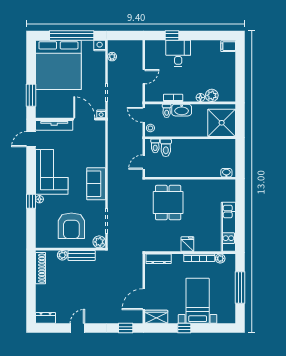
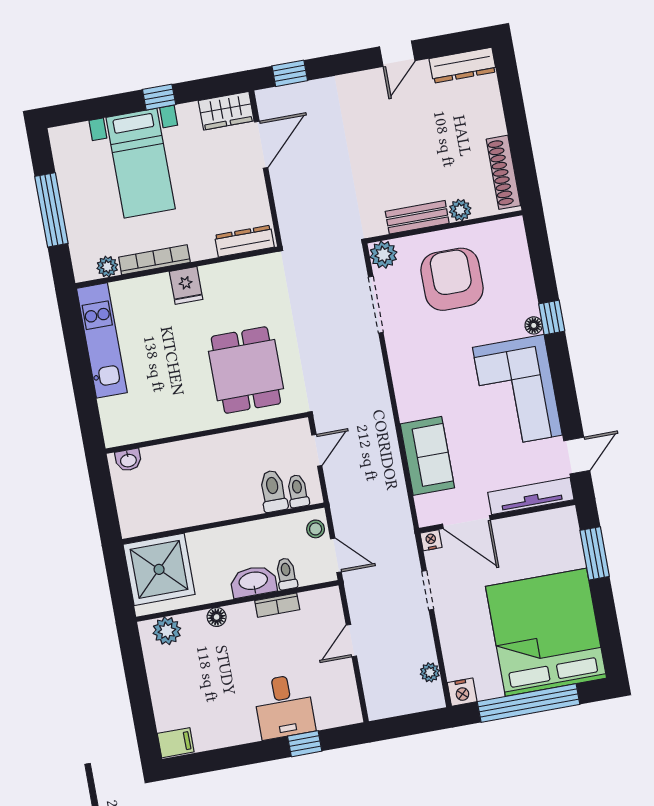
plant: (212, 95) -> (167, 631), moved
sofa: (96, 184) -> (427, 456), moved
dresser: (46, 318) -> (463, 65), width x1.44

